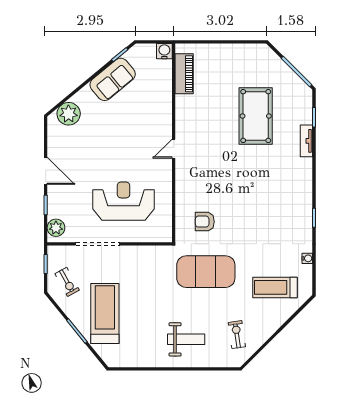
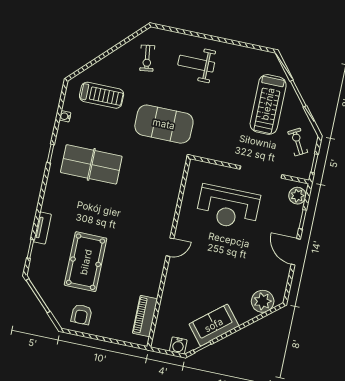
water cooler: (164, 51) -> (178, 345), moved
table tennis table: (271, 215) -> (91, 164), added
armchair: (205, 222) -> (81, 314), moved, turned 90

